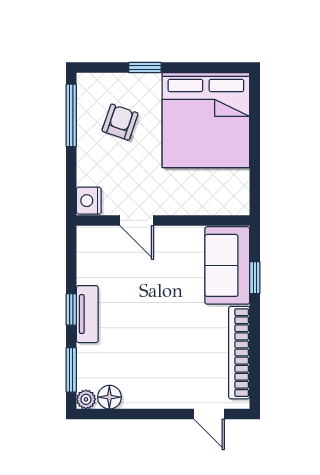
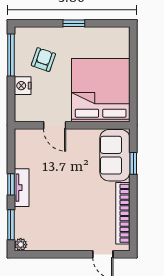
window: (145, 68) -> (74, 23), moved
bed: (206, 120) -> (101, 90), moved, turned 180
nightstand: (89, 201) -> (23, 86), moved
floor lamp: (109, 397) -> (36, 243), removed

